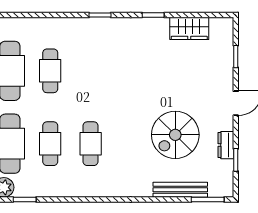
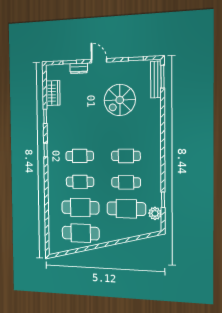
cafe table: (91, 71) -> (80, 156), added
spiral stairs: (175, 135) -> (120, 100), turned 90
dresser: (226, 145) -> (79, 68), moved
bench: (180, 190) -> (156, 79), moved

